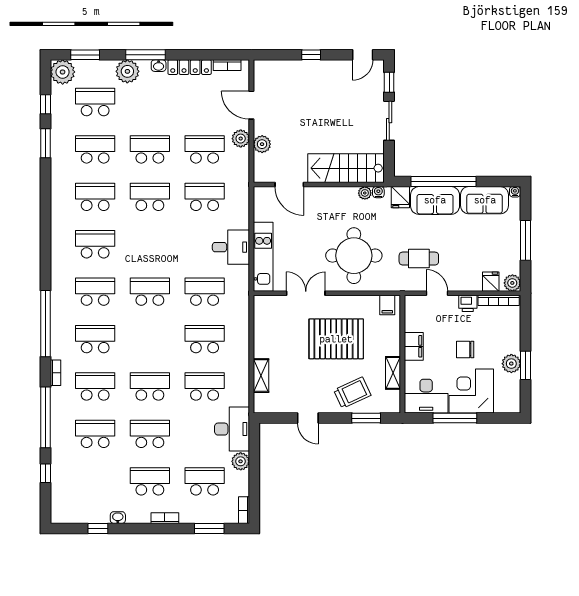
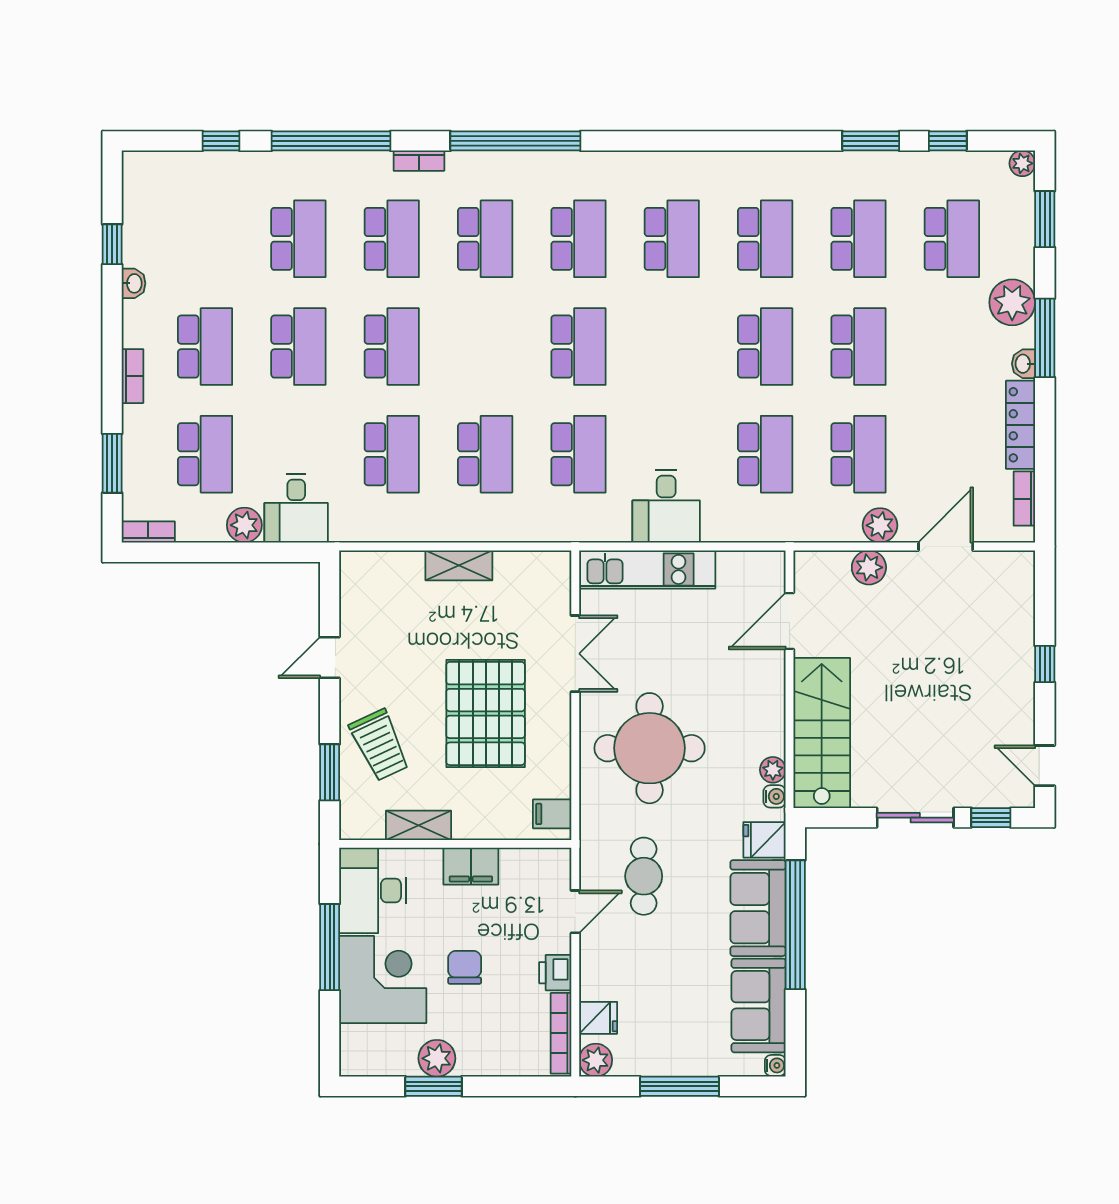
plant: (63, 72) -> (1022, 163), width x0.53, depth x0.53
shelving: (261, 376) -> (459, 565), moved
desk: (232, 429) -> (296, 508), width x0.73

